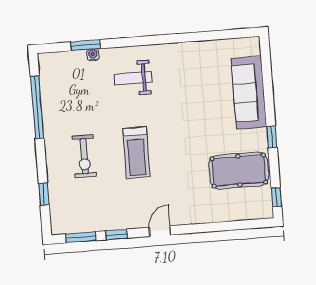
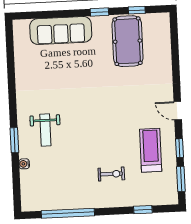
window: (86, 45) -> (14, 140), moved
treadmill: (136, 152) -> (151, 150), moved, turned -90
exercise bike: (84, 156) -> (111, 174), width x0.73, depth x0.72
window: (276, 197) -> (137, 10), moved

